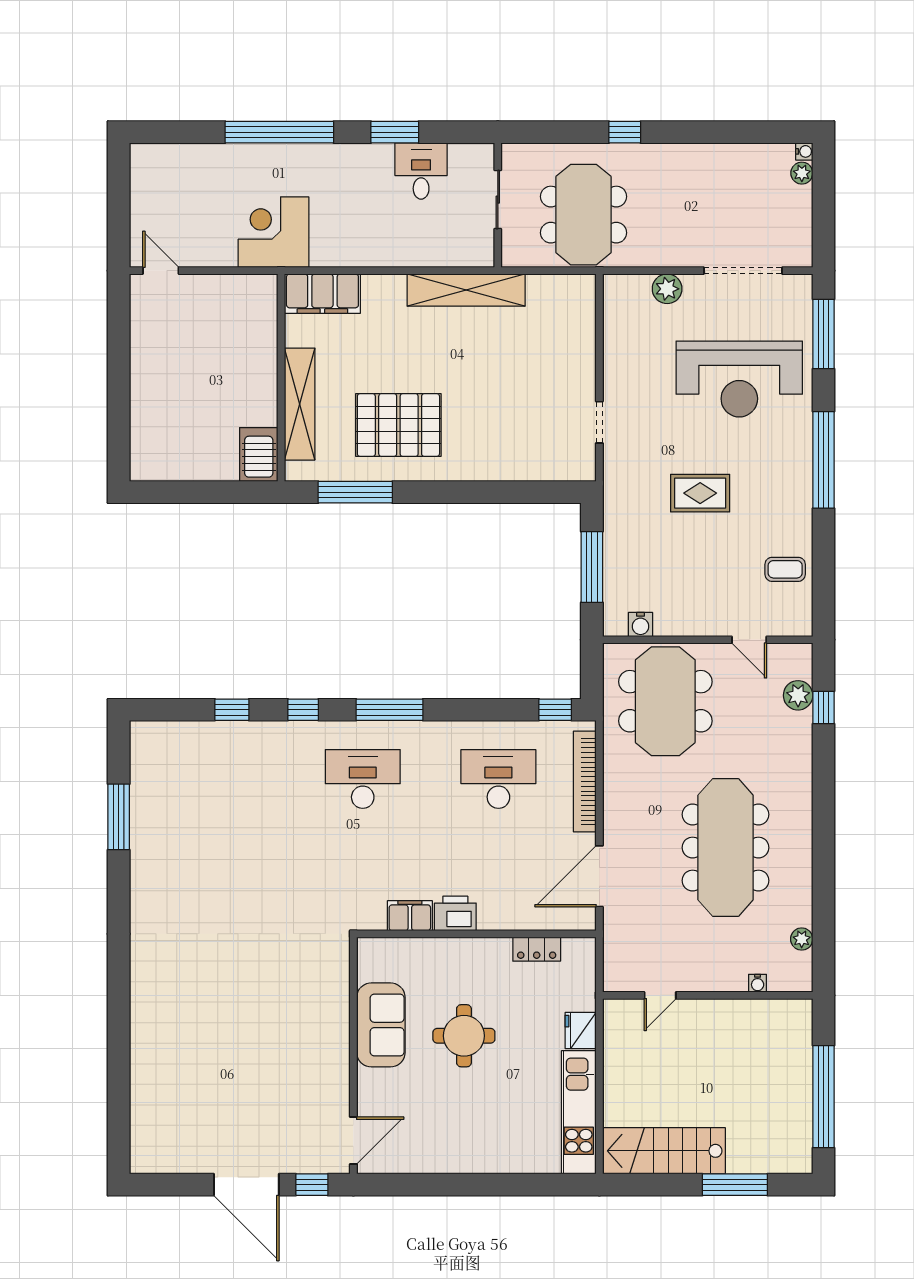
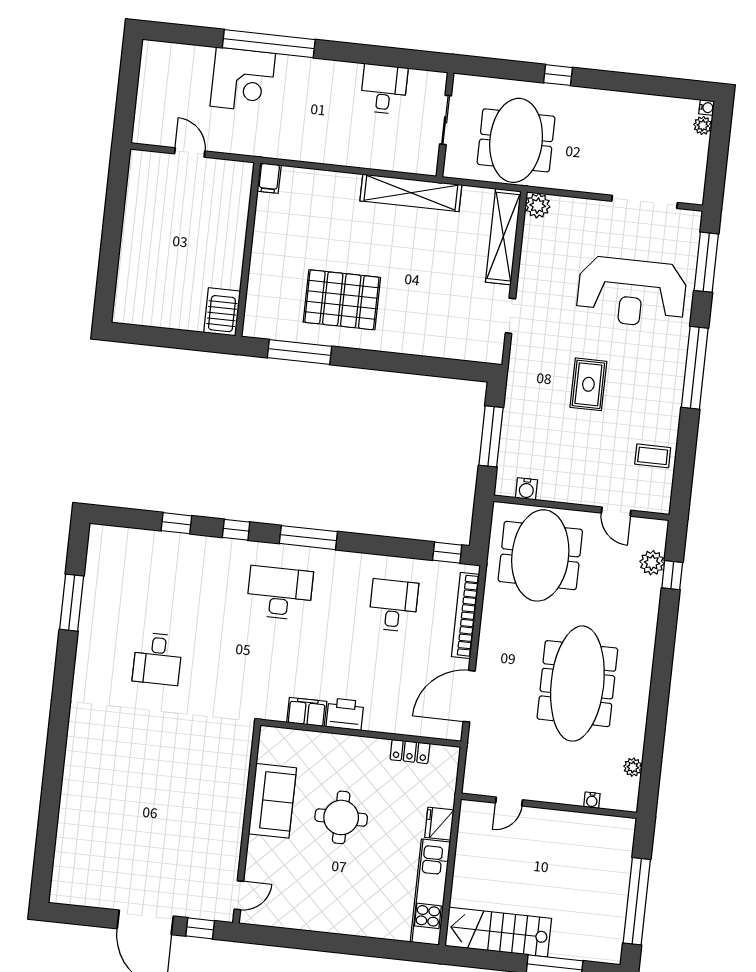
window: (395, 132) -> (365, 54), removed
corner desk: (273, 232) -> (243, 80), moved, turned 180
door: (161, 271) -> (190, 152), moved
plant: (667, 289) -> (538, 206), moved
filing cabinet: (322, 294) -> (269, 178), width x0.33, depth x0.86
shelving: (300, 404) -> (503, 237), moved
rug: (700, 493) -> (588, 384), turned 90
desk: (498, 779) -> (393, 605), width x0.73
desk: (227, 872) -> (158, 659), added
door: (353, 1141) -> (239, 895), width x0.73

